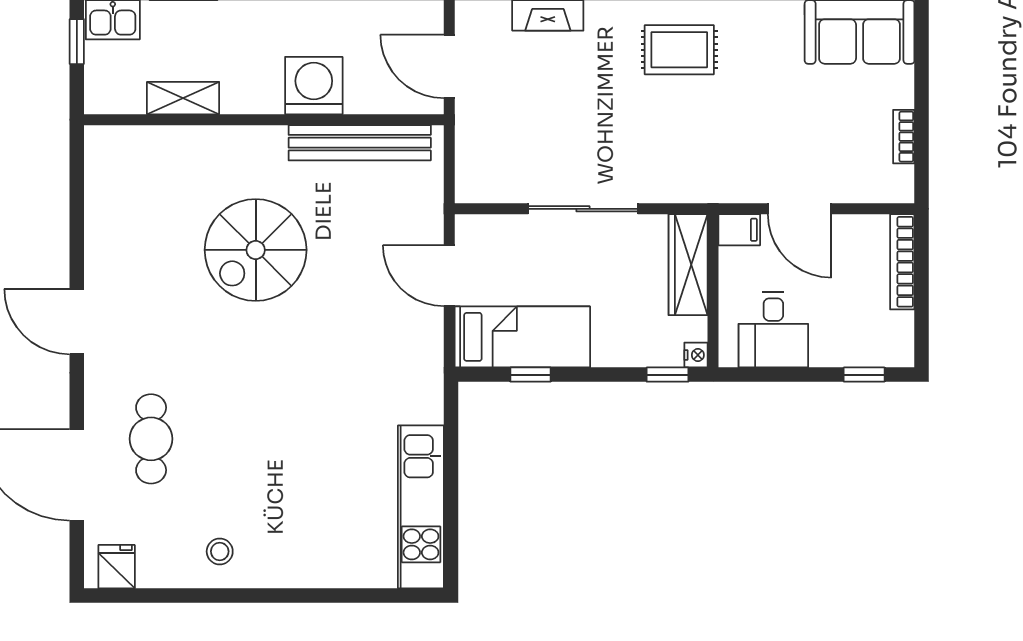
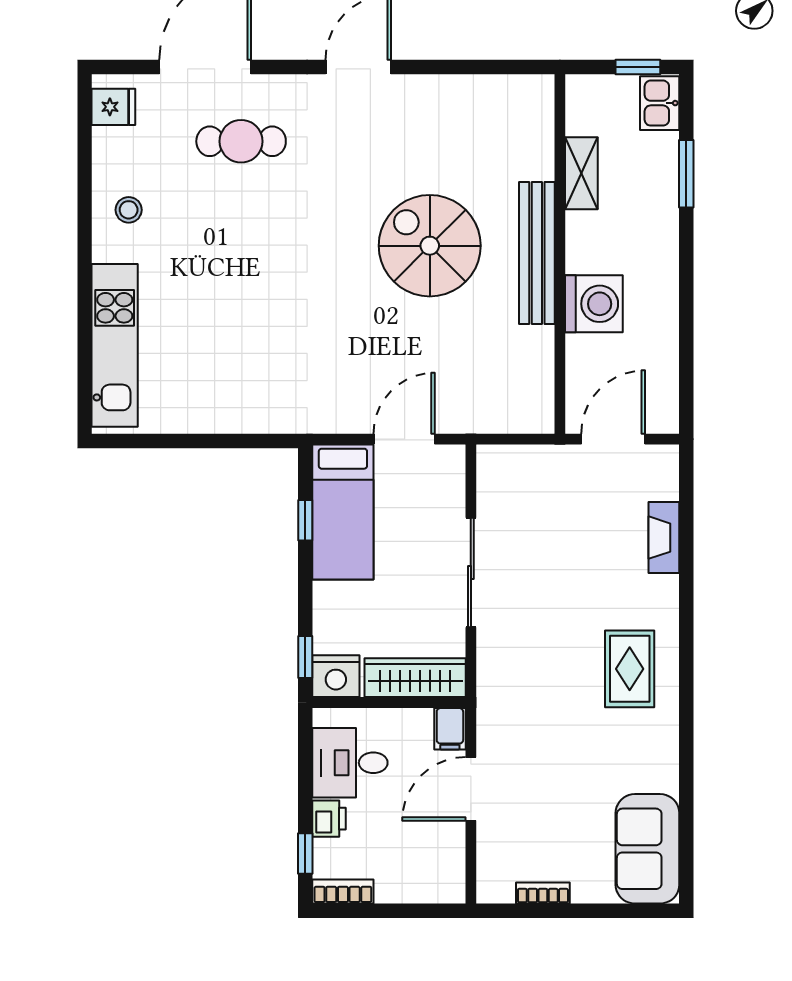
bench: (360, 143) -> (537, 253), moved
bookcase: (902, 262) -> (343, 891), moved, width x0.64
printer: (829, 351) -> (329, 819), added
nightstand: (696, 355) -> (336, 676), width x1.89, depth x1.79
kitchen unit: (421, 507) -> (115, 345), moved, turned 90

